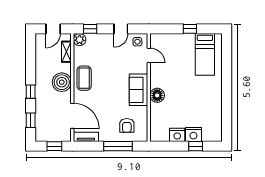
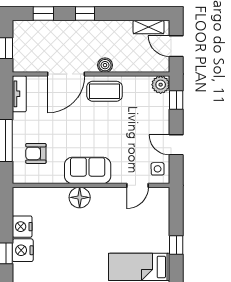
shelving: (66, 52) -> (149, 27), moved
boiler: (62, 82) -> (105, 65), width x0.54, depth x0.54
door: (72, 116) -> (66, 74), moved

